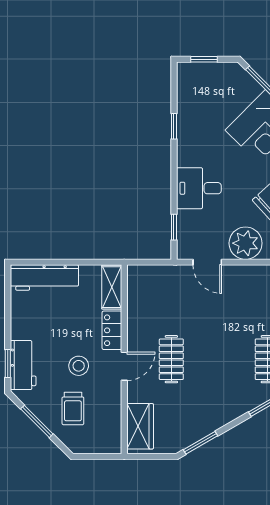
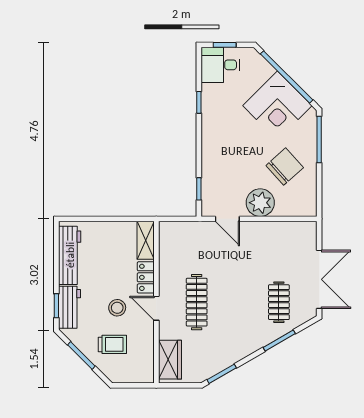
desk: (199, 188) -> (220, 65), moved
workbench: (44, 277) -> (70, 255), moved, turned -90
clothes rail: (171, 359) -> (197, 302), width x1.36
door: (124, 366) -> (156, 308), swing flipped
trolley: (73, 409) -> (112, 344), turned -90

